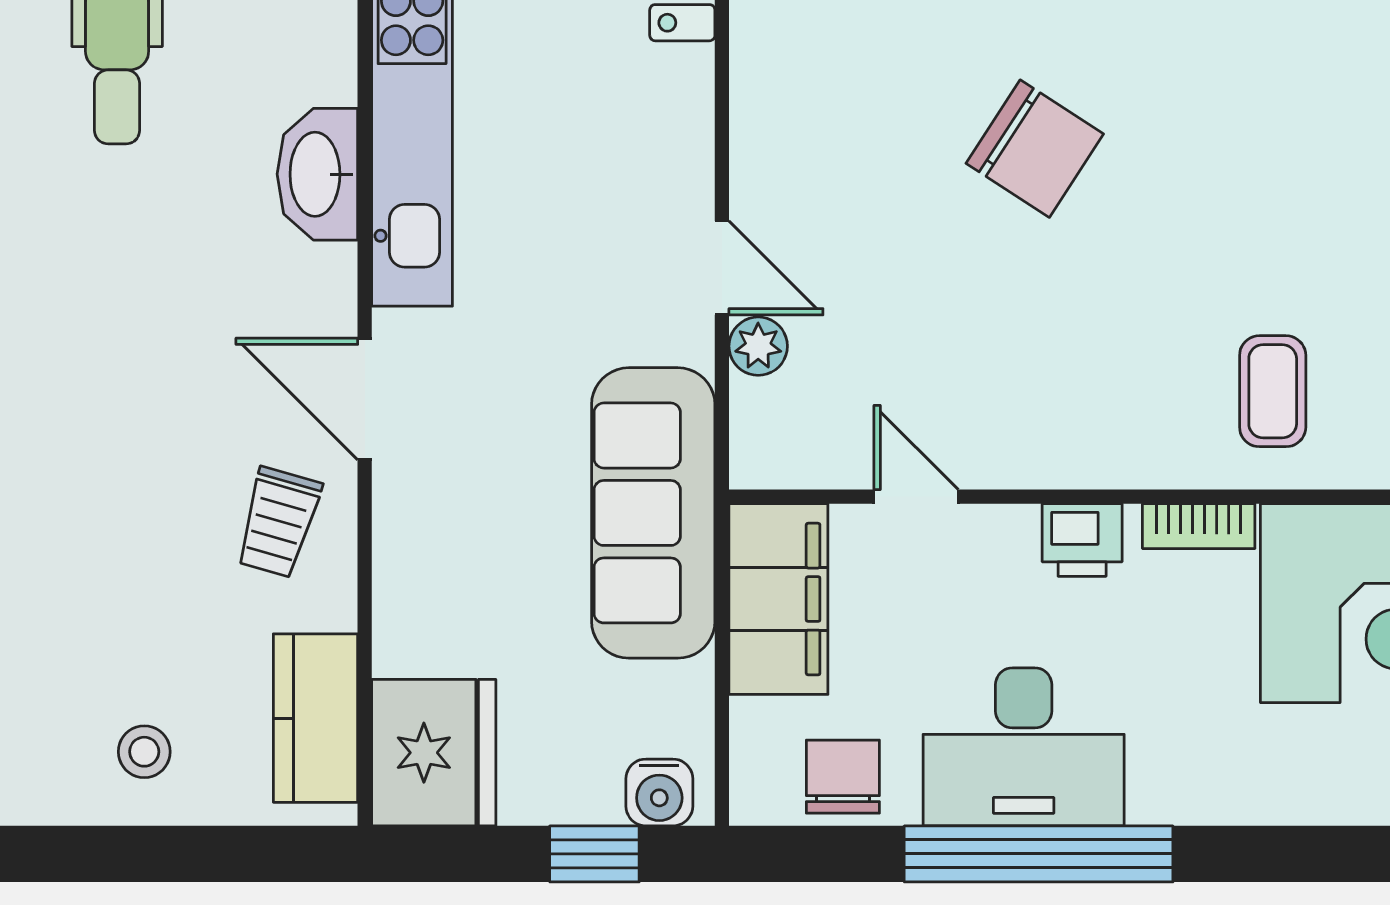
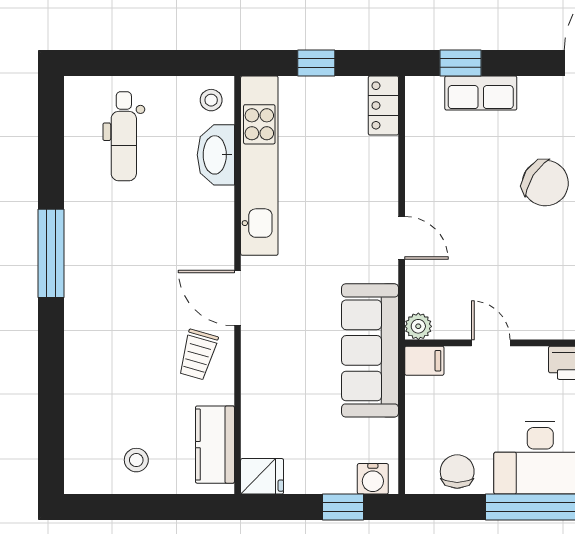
washbasin: (317, 174) -> (216, 155), moved
plant: (758, 346) -> (418, 326), moved
filing cabinet: (778, 599) -> (424, 361), width x0.33, depth x0.86
fridge: (434, 753) -> (262, 476), width x0.53, depth x0.75

